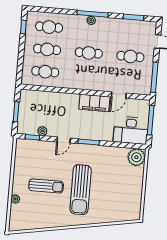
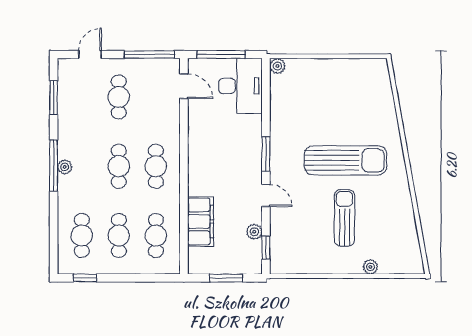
cafe table: (87, 75) -> (156, 166), added
door: (119, 95) -> (184, 86), moved
filing cabinet: (94, 103) -> (201, 221), moved
plant: (136, 157) -> (277, 66), width x0.53, depth x0.53

